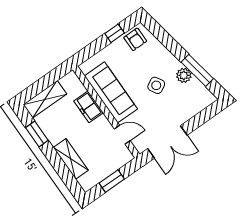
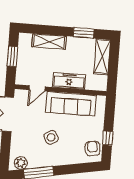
armchair: (135, 39) -> (93, 148), turned 81
plant: (184, 75) -> (21, 163), moved
freezer: (89, 107) -> (69, 81), width x1.40

